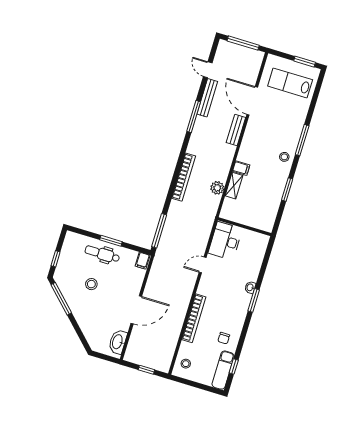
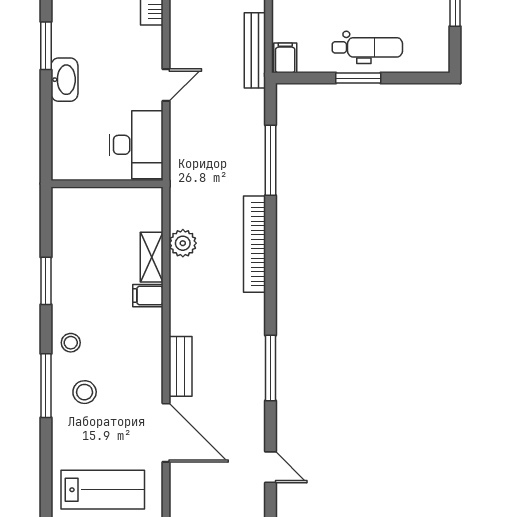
bench: (207, 98) -> (255, 50), moved
stool: (285, 132) -> (85, 392), added
window: (159, 231) -> (271, 160), moved
washbasin: (250, 287) -> (64, 80), width x1.91, depth x1.45

